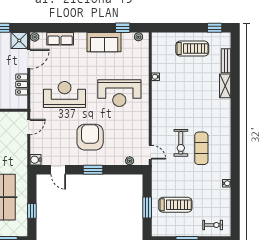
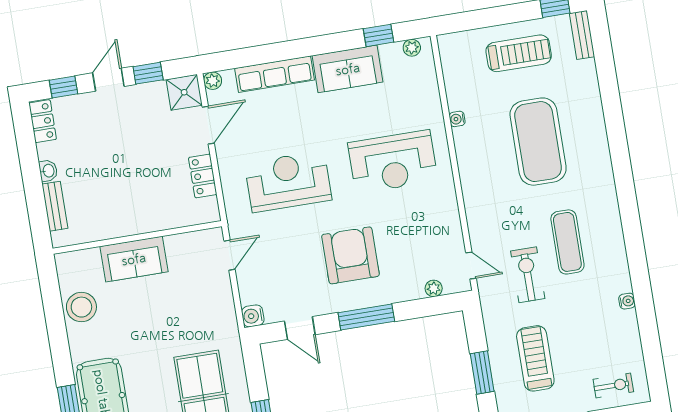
row of seats: (60, 39) -> (274, 74), width x1.48
bench: (226, 61) -> (582, 35), moved
shelving: (225, 86) -> (593, 115), removed
exercise mat: (195, 95) -> (538, 142), added
exercise bike: (181, 143) -> (528, 275), moved, turned 180
window: (93, 170) -> (366, 317), width x1.44
treadmill: (175, 205) -> (535, 358), turned -90

